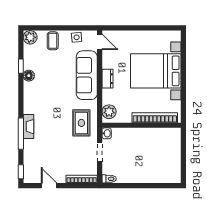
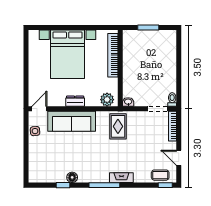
plant: (30, 37) -> (35, 176), removed
coffee table: (53, 41) -> (160, 175), moved
rug: (81, 123) -> (118, 126), turned 90
window: (21, 134) -> (104, 185), moved
doorway: (100, 152) -> (157, 109), moved
window: (183, 154) -> (148, 28), added
door: (49, 186) -> (179, 158), hinge flipped

